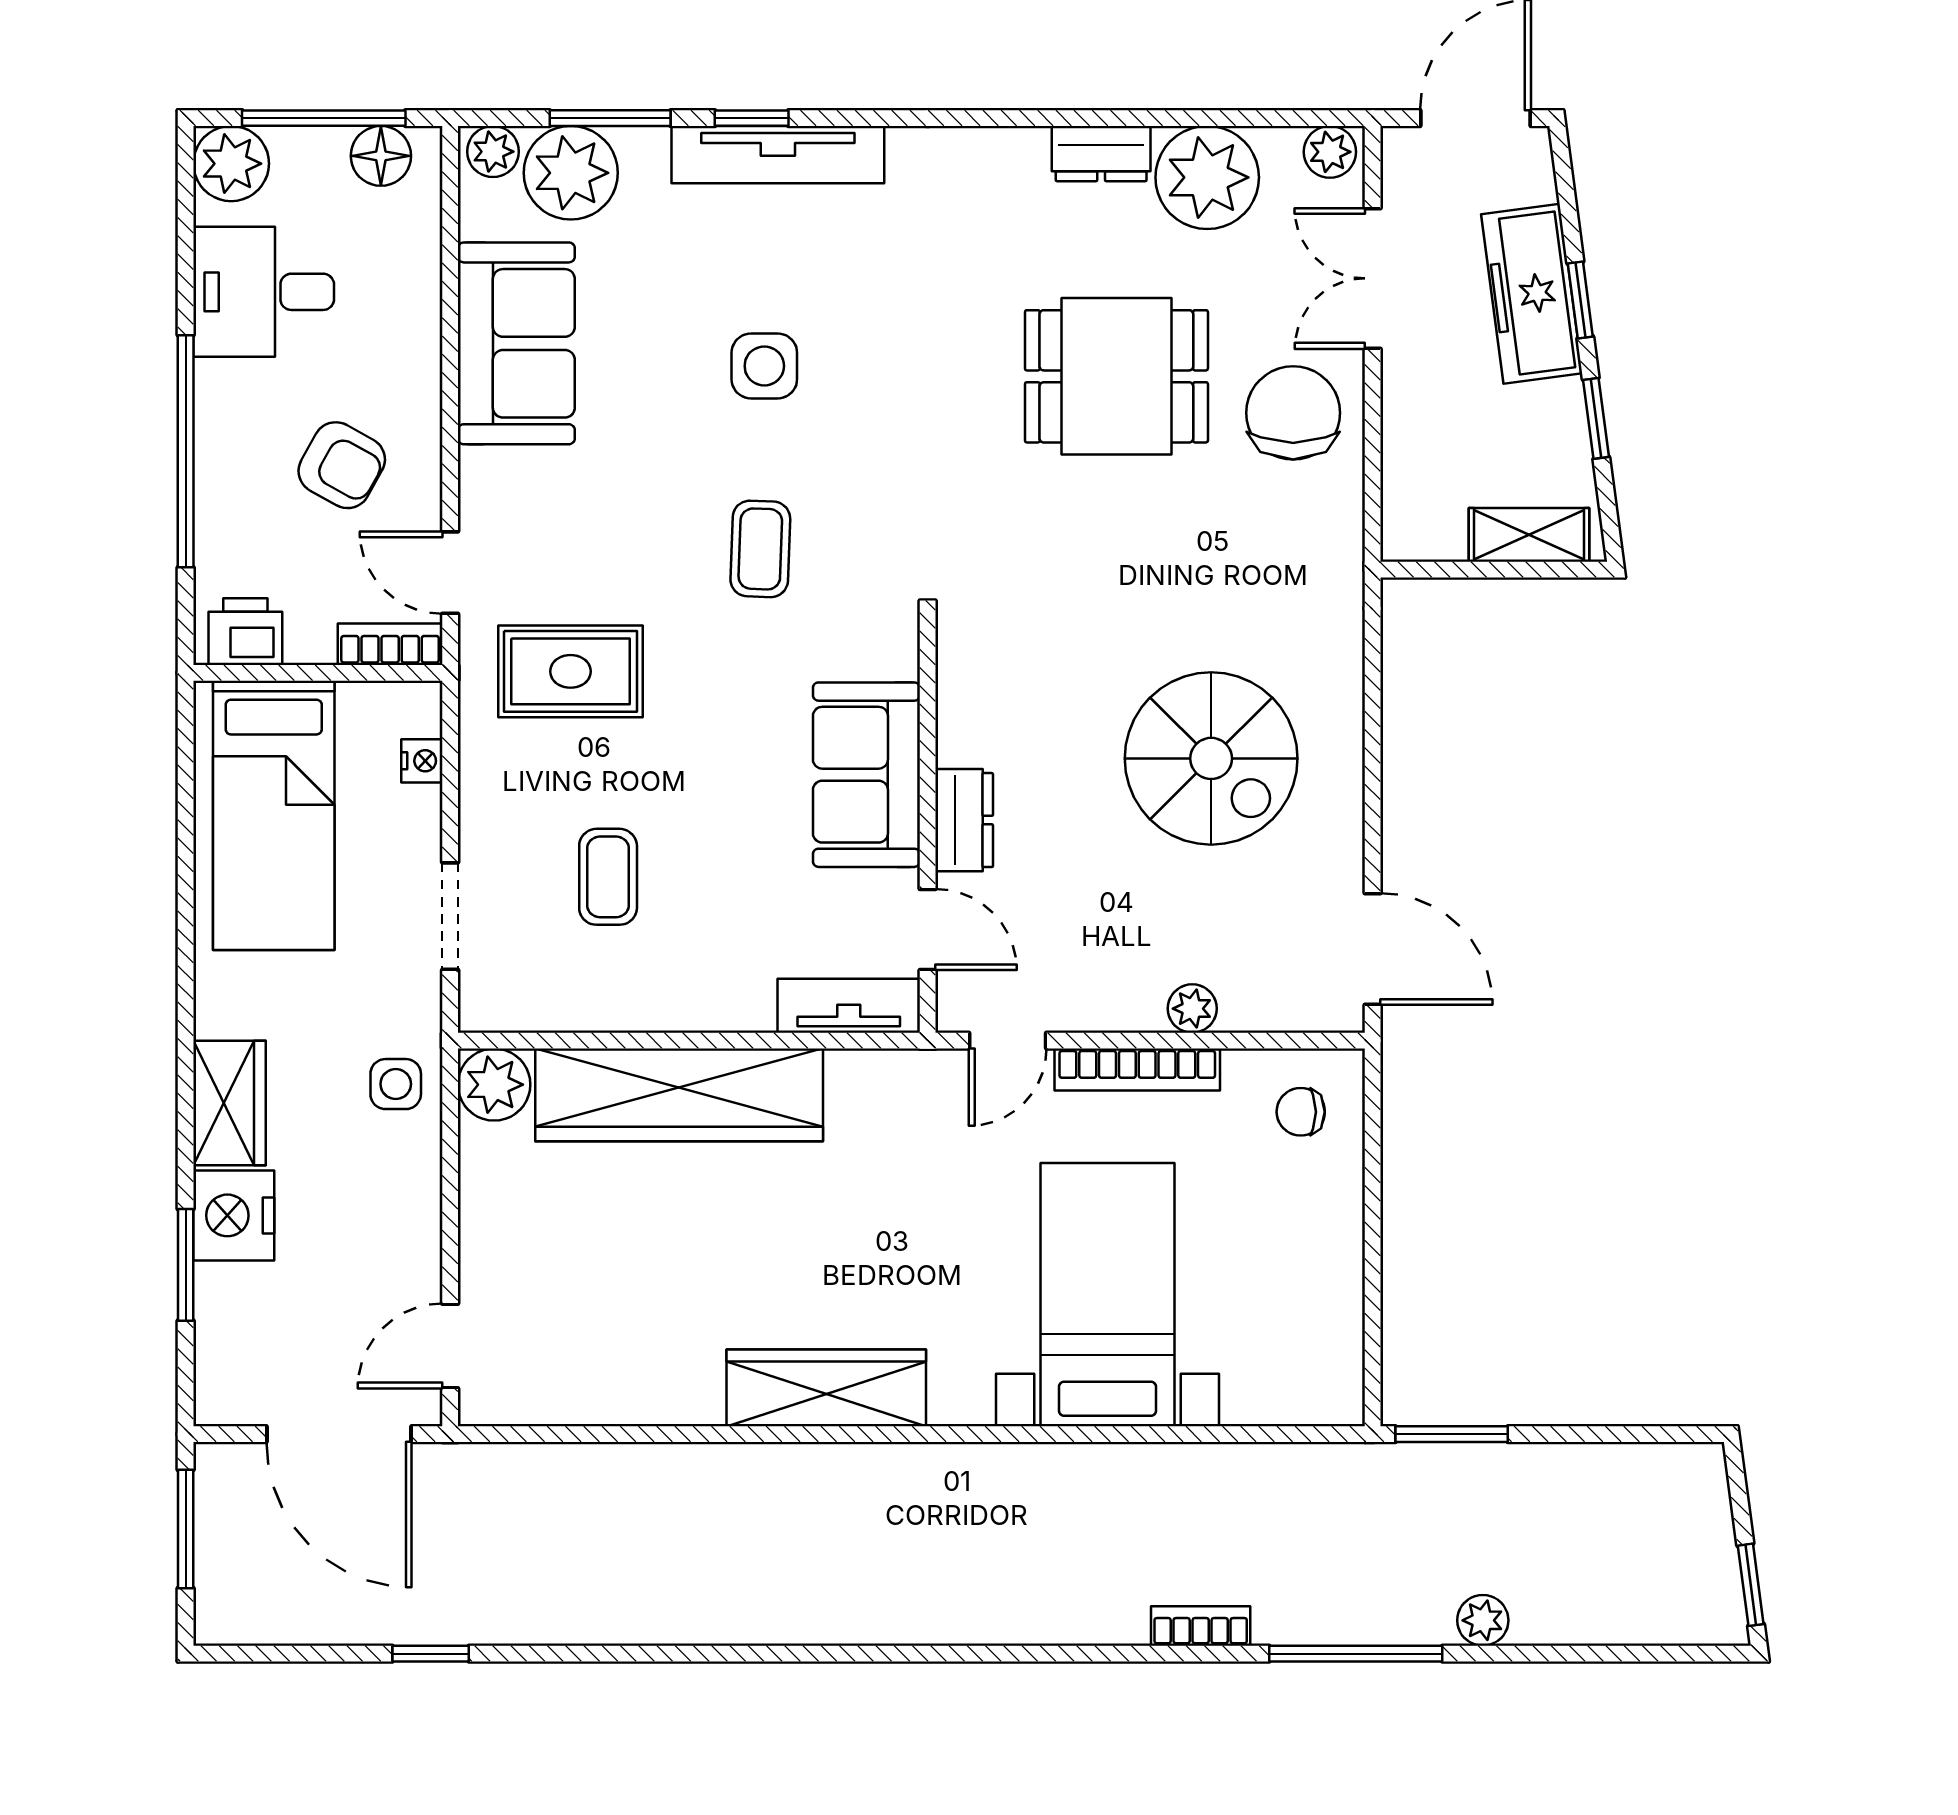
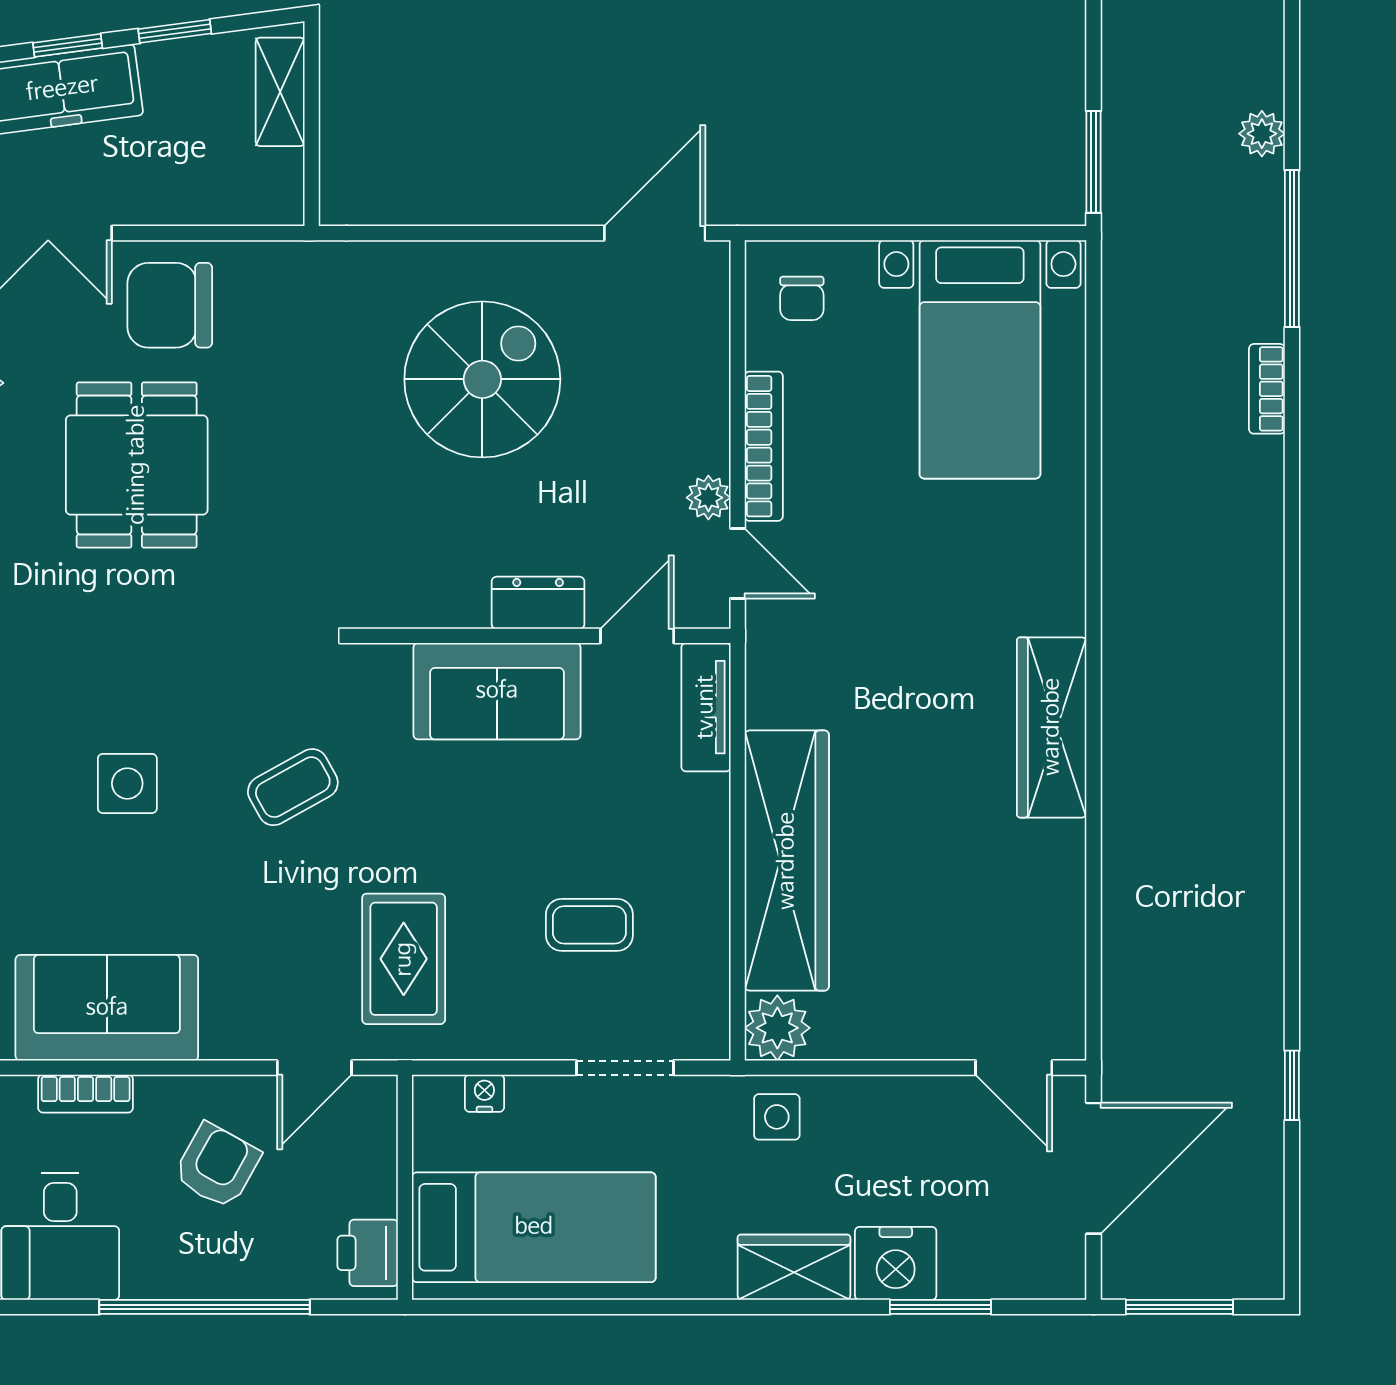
coffee table: (760, 549) -> (293, 787), turned -31
bookcase: (390, 644) -> (86, 1094), moved, turned -90
plant: (1192, 1009) -> (708, 498), moved
bed with nightstands: (1108, 1295) -> (980, 359), moved, turned -90

